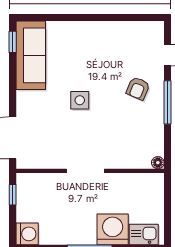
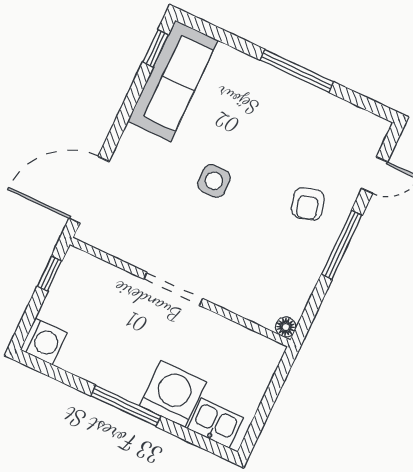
window: (97, 17) -> (297, 71), added
armchair: (138, 88) -> (308, 204), turned -39

